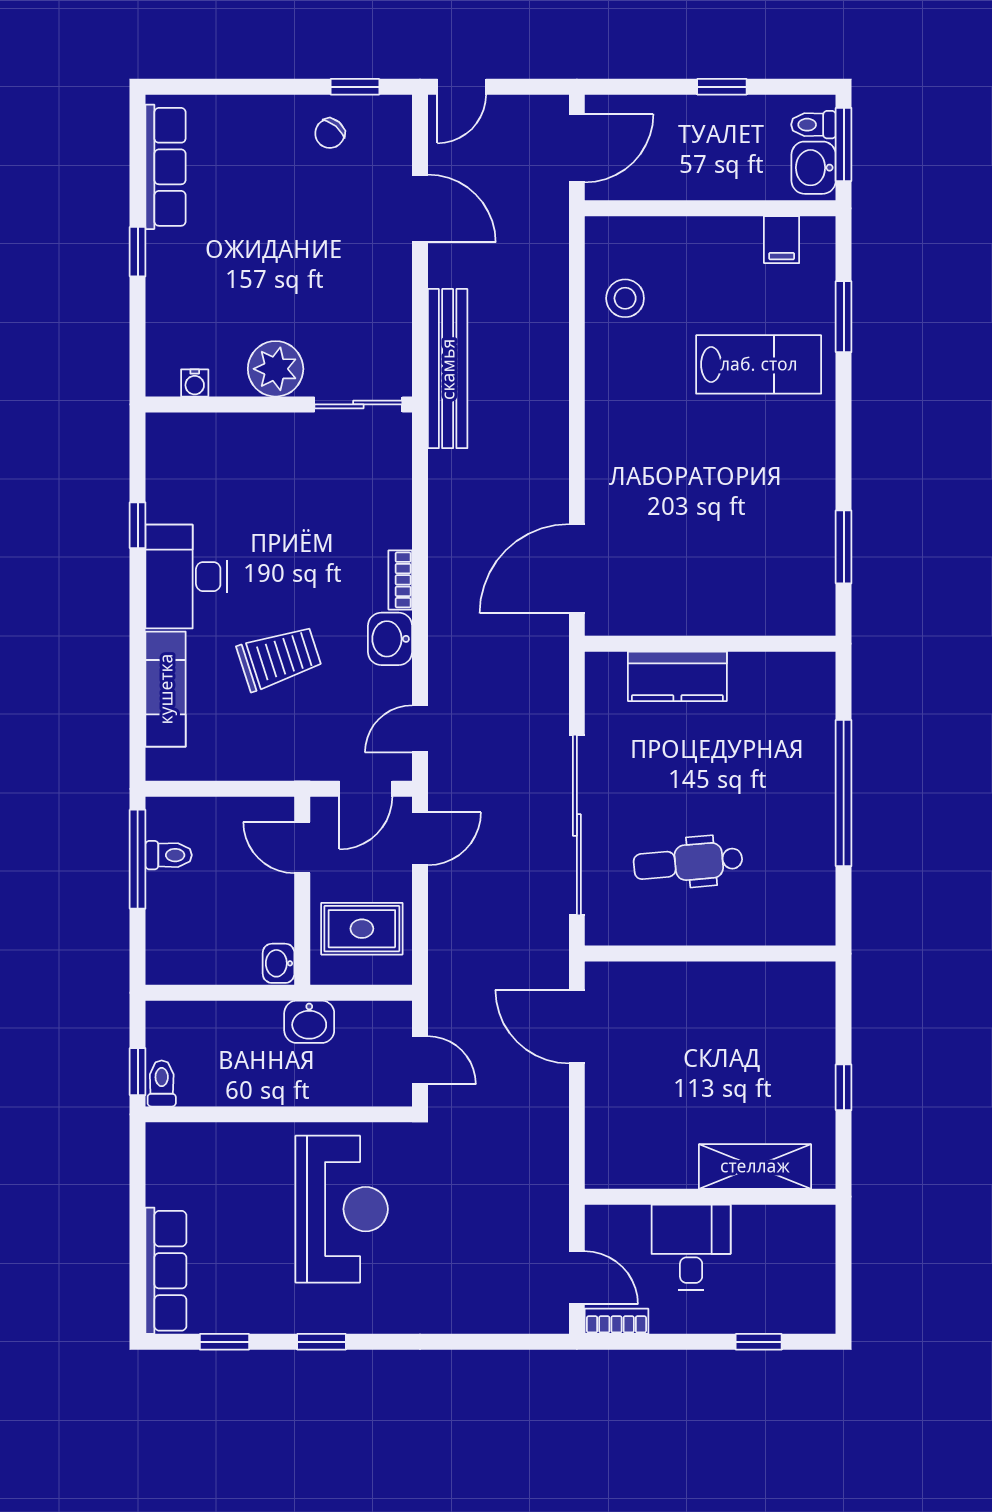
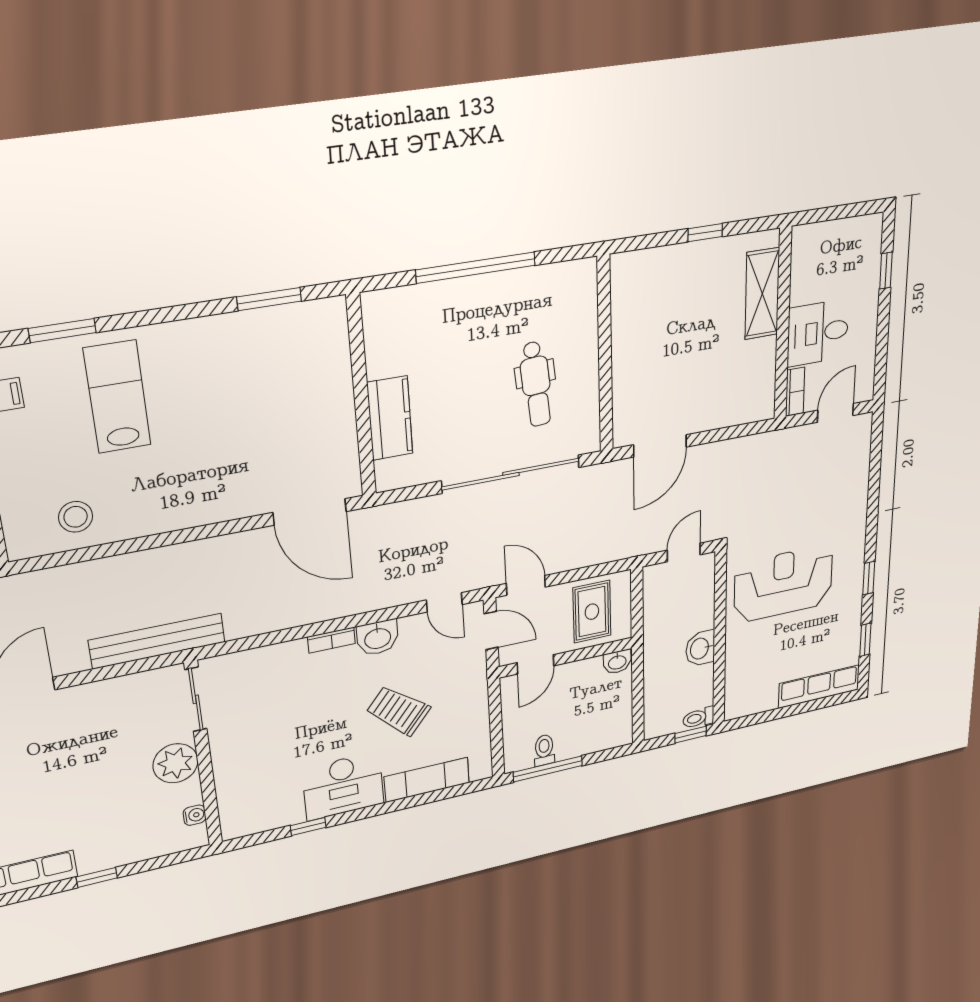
trolley: (279, 658) -> (398, 711), turned -32
washbasin: (309, 1022) -> (700, 648), moved, turned 180
bookcase: (616, 1321) -> (795, 392), moved, turned 180

